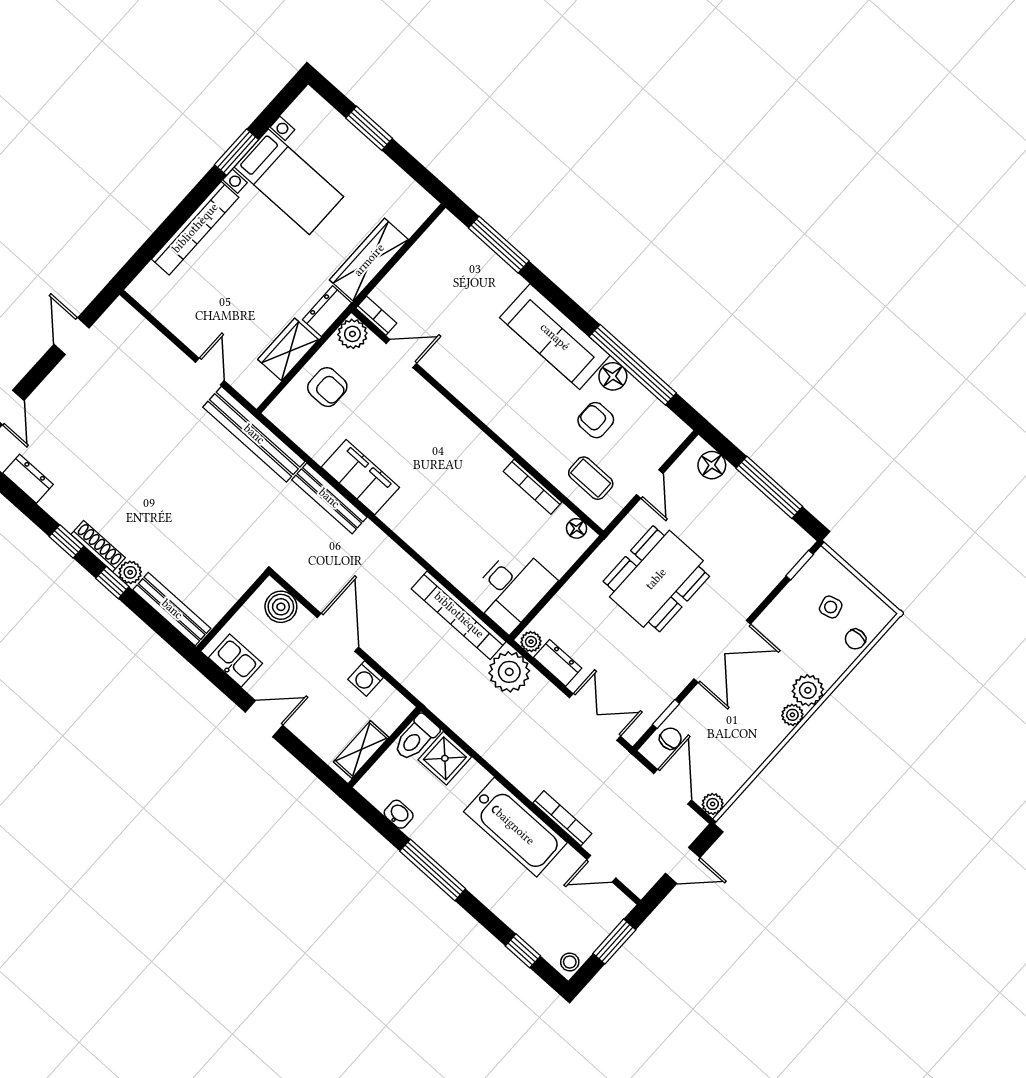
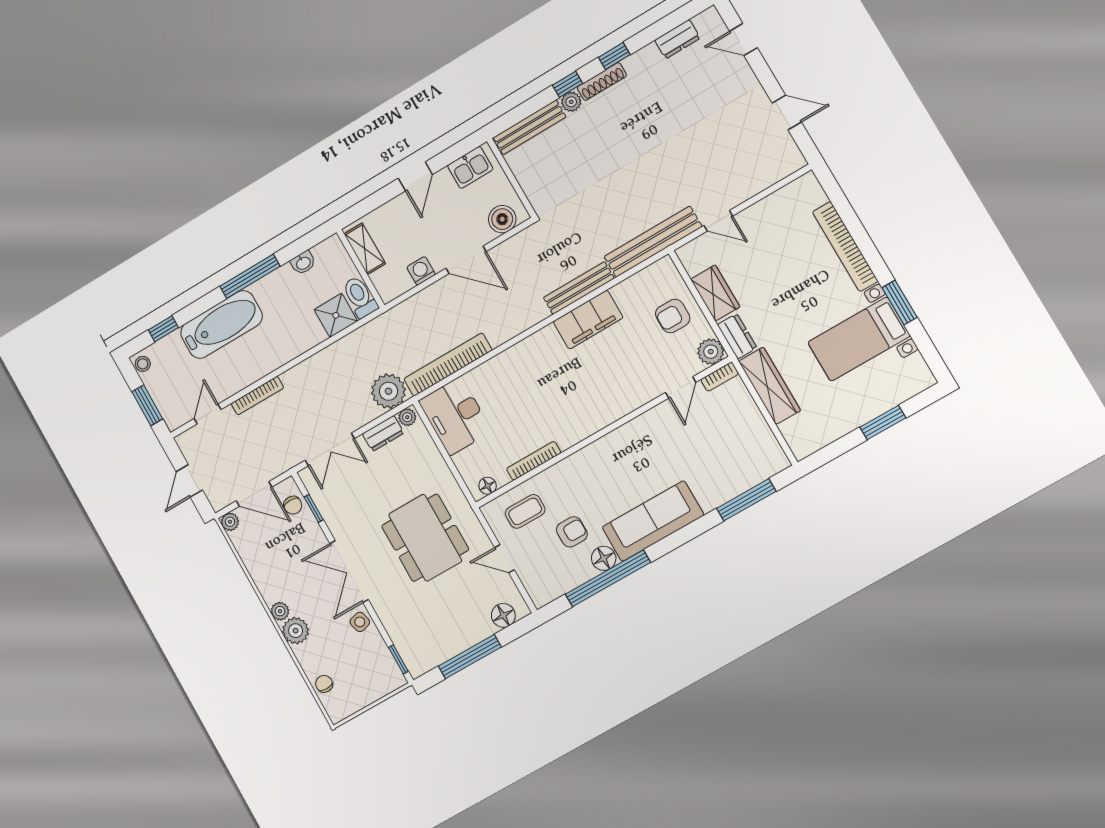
side table: (831, 607) -> (360, 622), moved
bathtub: (515, 827) -> (221, 324), moved, turned 180

